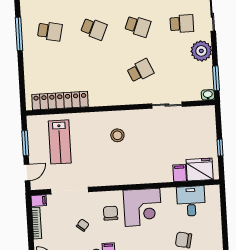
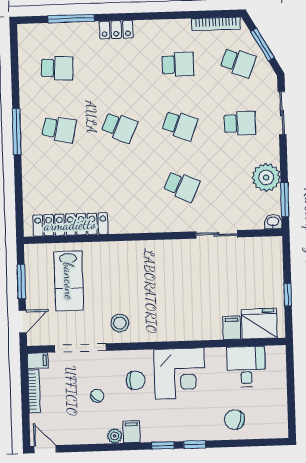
plant: (201, 51) -> (266, 177), moved
school desk: (140, 71) -> (182, 186), turned 48
stool: (117, 135) -> (120, 323), moved
chair: (111, 213) -> (136, 380), turned 90

